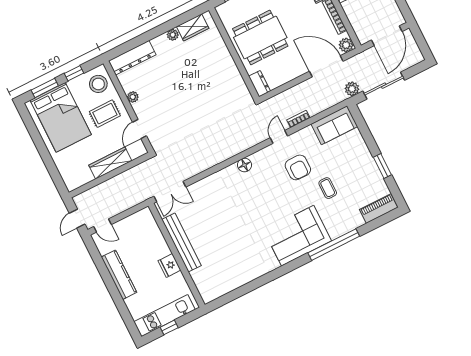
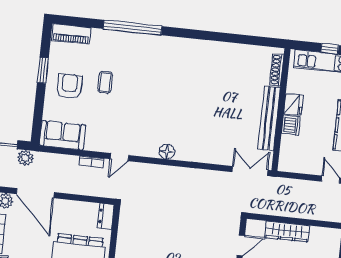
armchair: (298, 167) -> (69, 86), moved
corner sofa: (298, 236) -> (160, 57), removed
dishwasher: (161, 248) -> (291, 125), added
shoe rack: (200, 284) -> (277, 70), added

